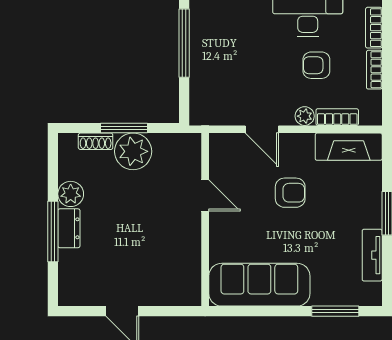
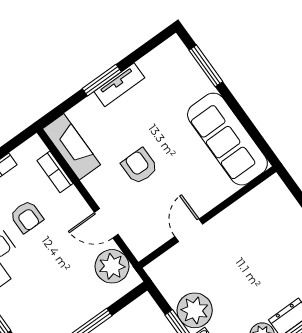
plant: (305, 116) -> (112, 266), moved, width x1.87, depth x1.87
door: (262, 129) -> (106, 223), swing flipped
tv unit: (372, 255) -> (119, 85), moved

